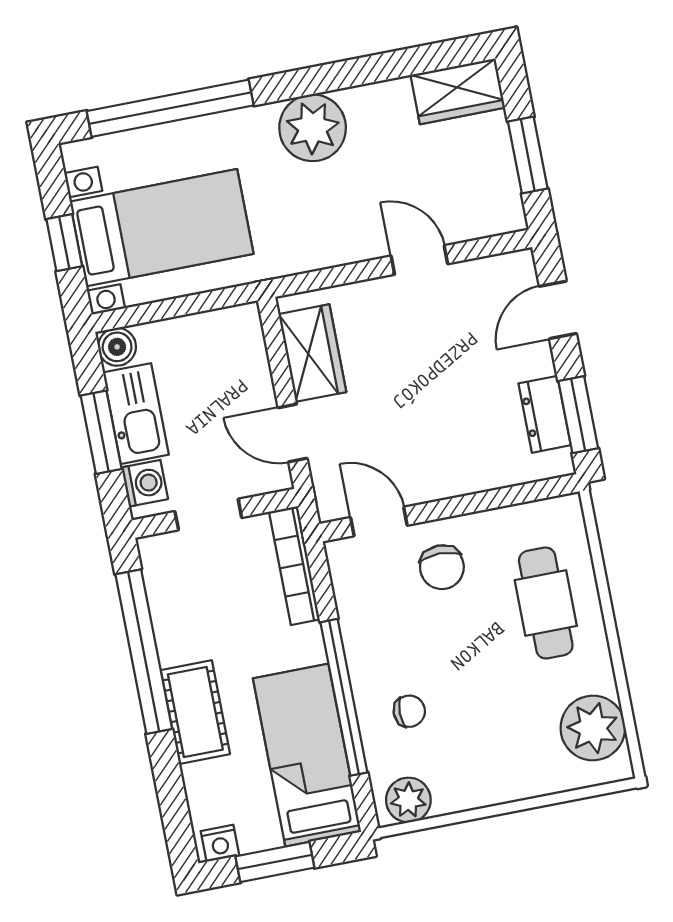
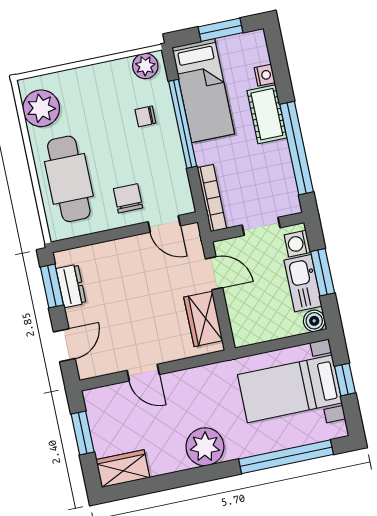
cafe table: (546, 603) -> (69, 179), width x1.37, depth x1.35
nightstand: (220, 843) -> (265, 75), moved, turned 90

